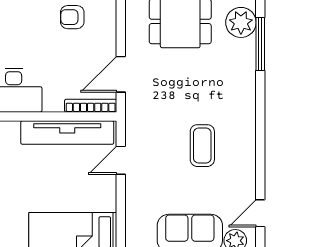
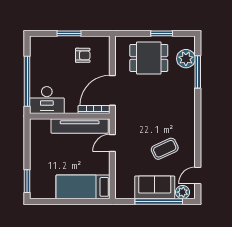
armchair: (72, 17) -> (83, 55), turned 180
door: (121, 74) -> (112, 90), width x1.36
coffee table: (202, 146) -> (165, 149), moved, turned 65

